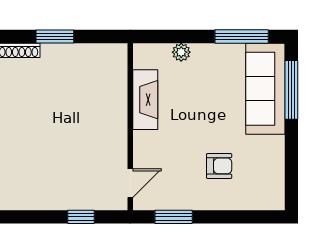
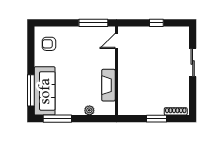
armchair: (219, 166) -> (49, 44), moved
window: (81, 217) -> (156, 23), moved
window: (174, 217) -> (93, 23), width x1.44

